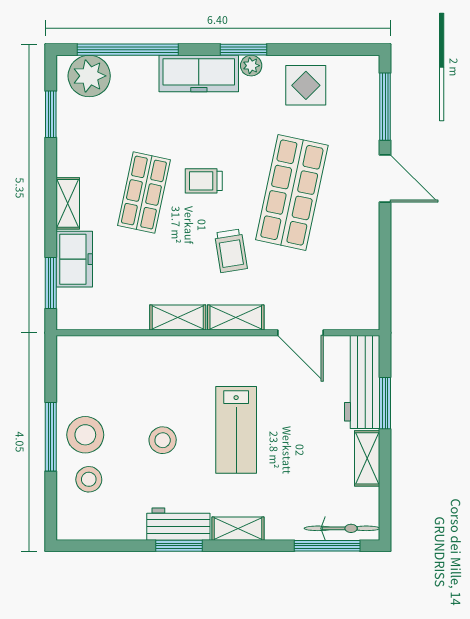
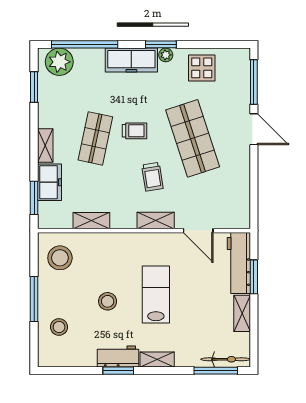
trolley: (204, 181) -> (135, 131), turned 180
shop shelf: (292, 193) -> (193, 138), turned -30
shelving: (178, 318) -> (91, 221), moved
lab bench: (236, 430) -> (156, 294), turned 180
stool: (85, 435) -> (60, 258), moved

